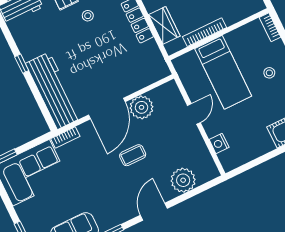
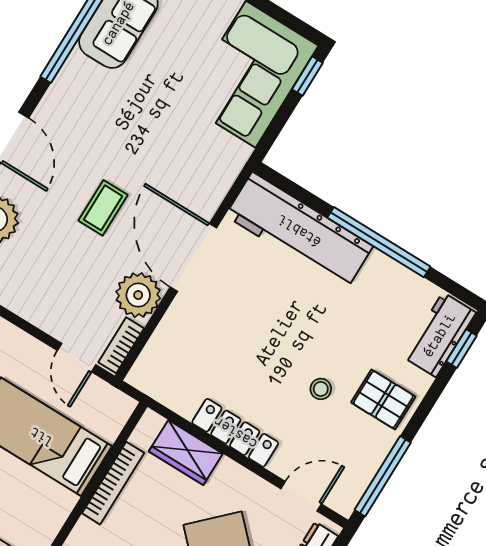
window: (22, 64) -> (379, 242), width x3.17
door: (194, 114) -> (77, 358), moved
bookcase: (65, 137) -> (121, 345), moved

